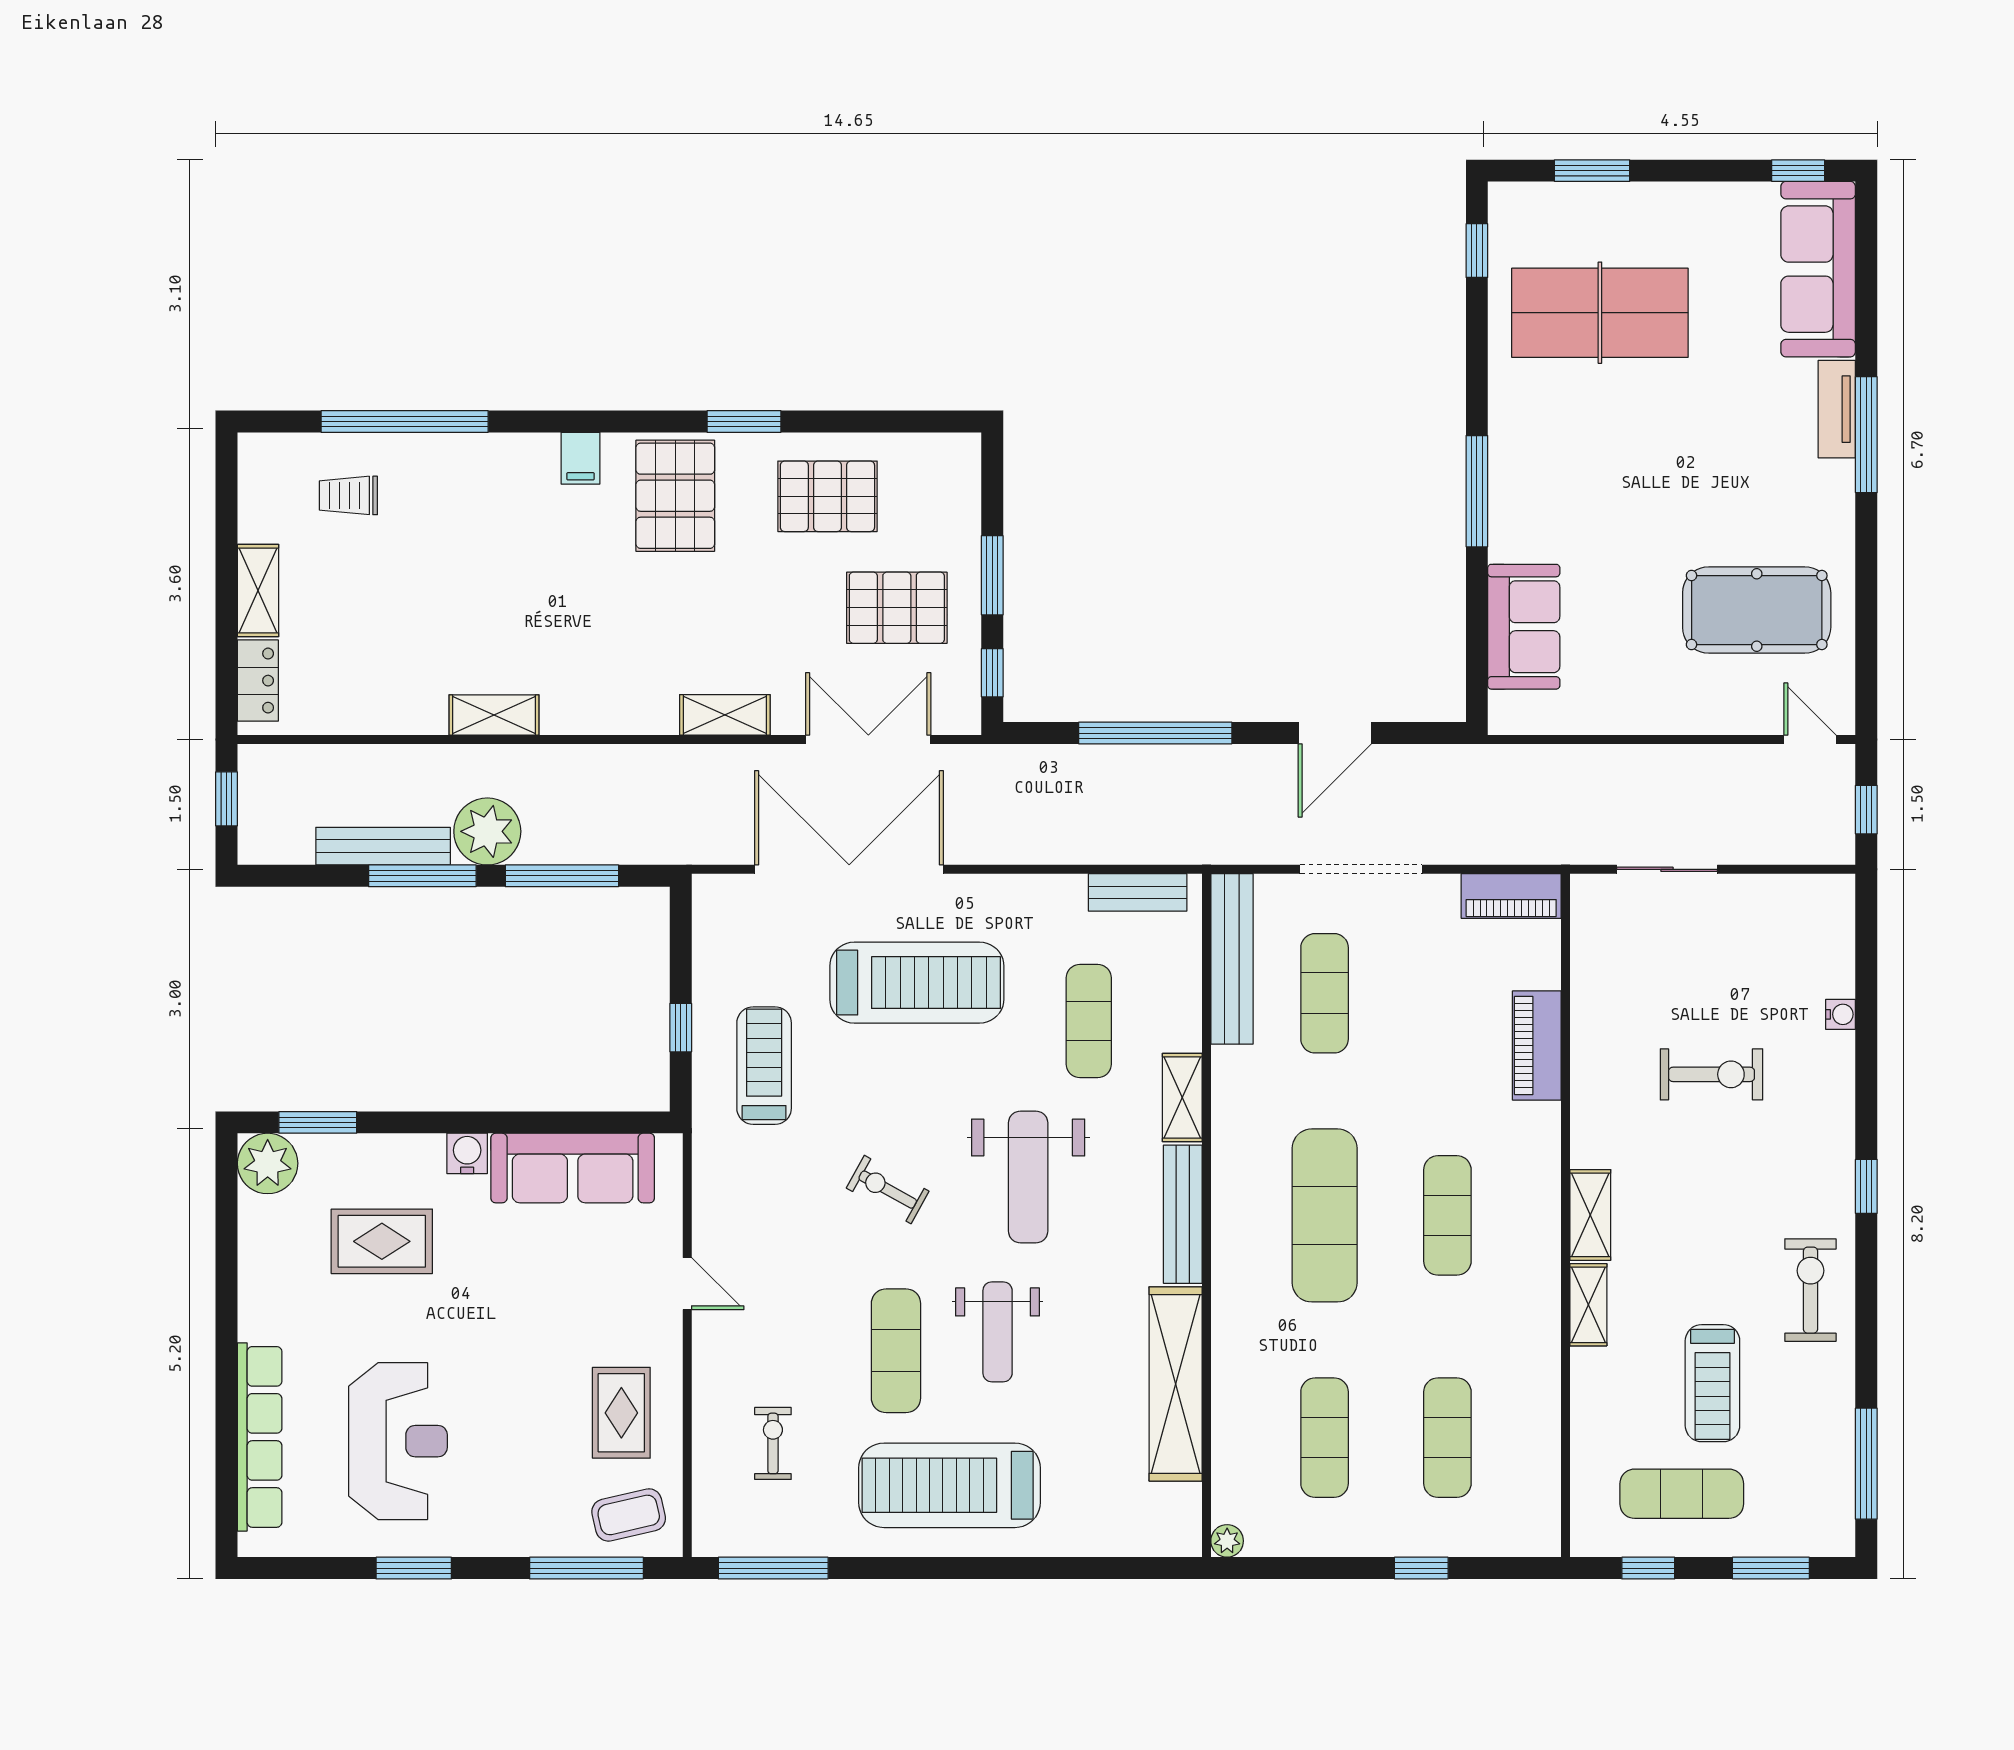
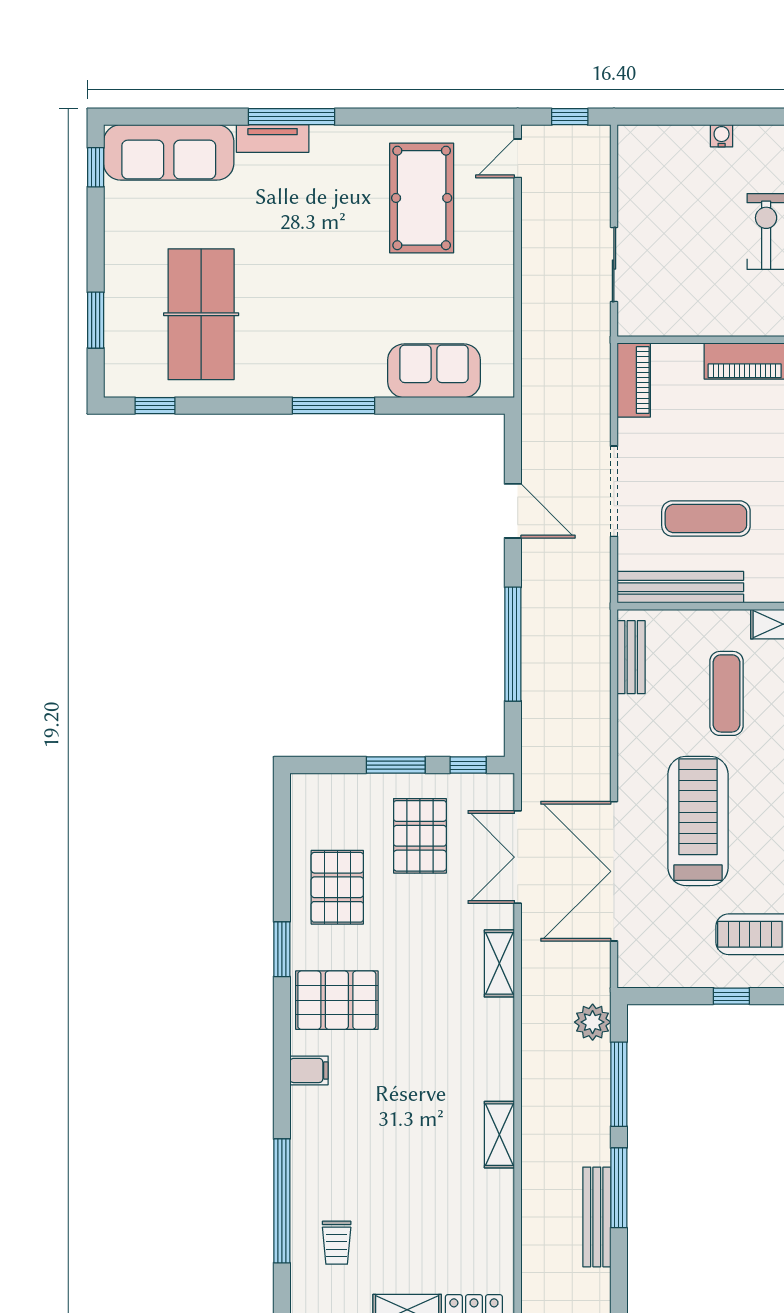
plant: (487, 831) -> (593, 1022), moved, width x0.73, depth x0.73
exercise mat: (1089, 1021) -> (726, 693), turned 90

